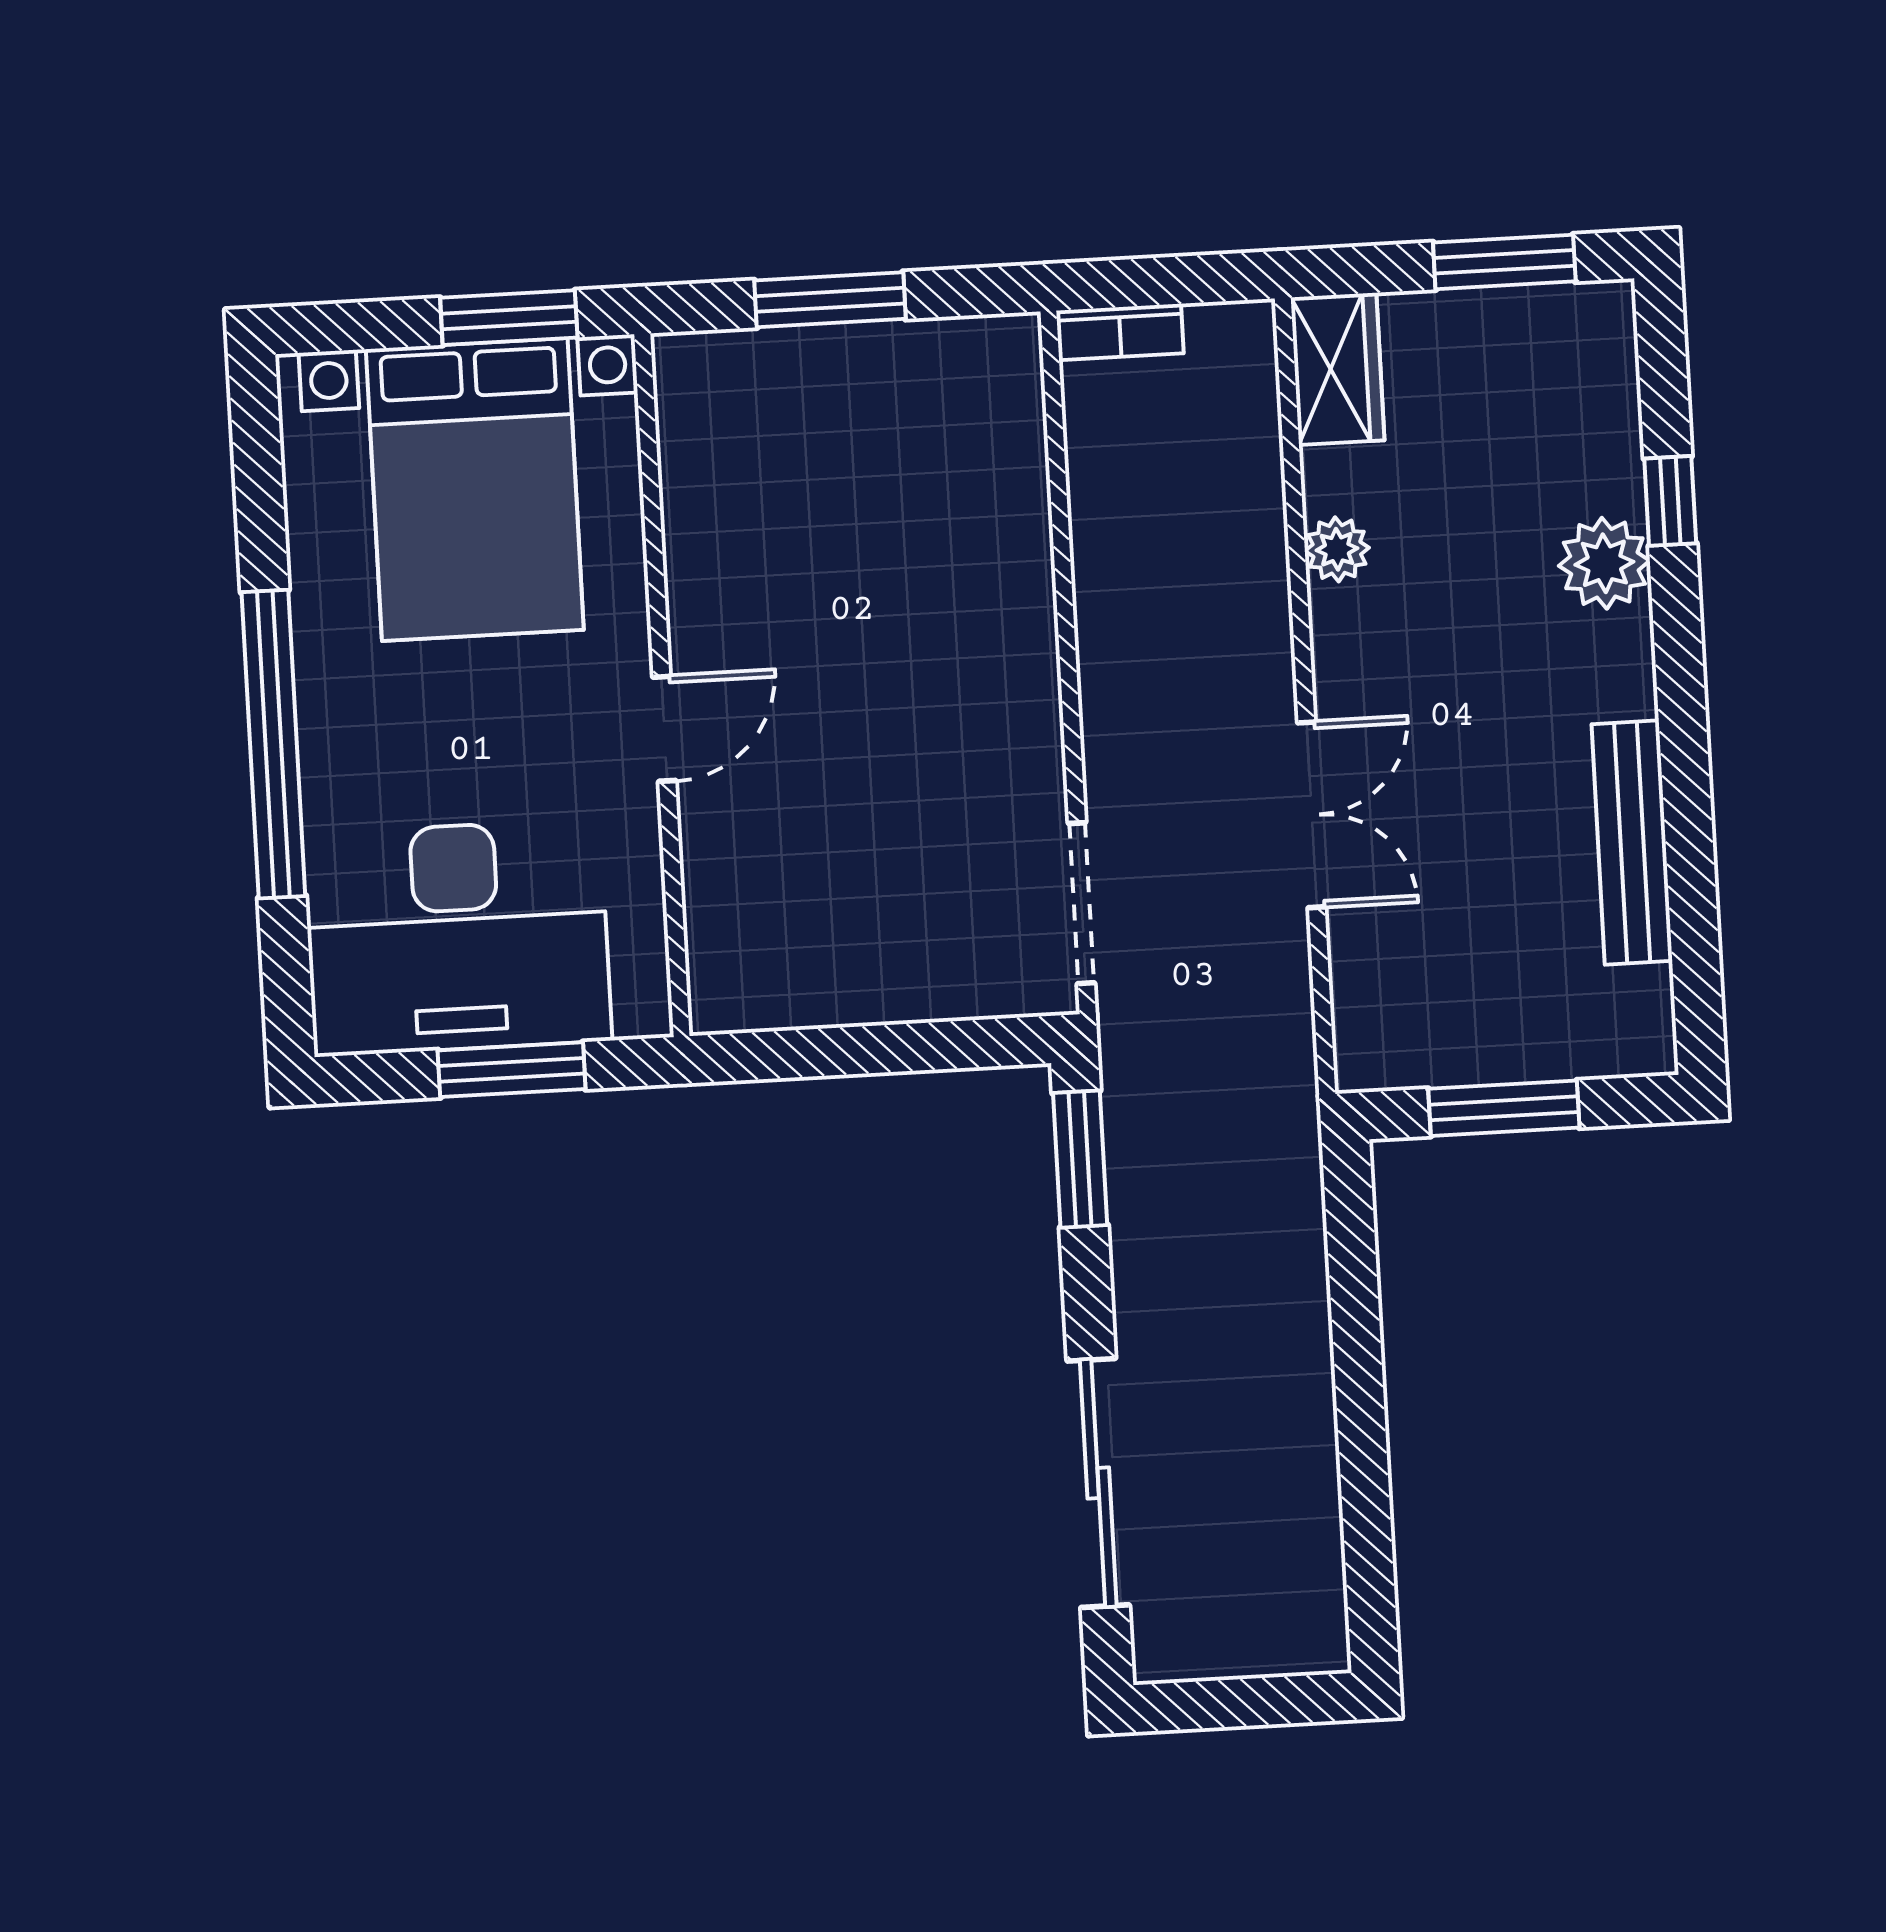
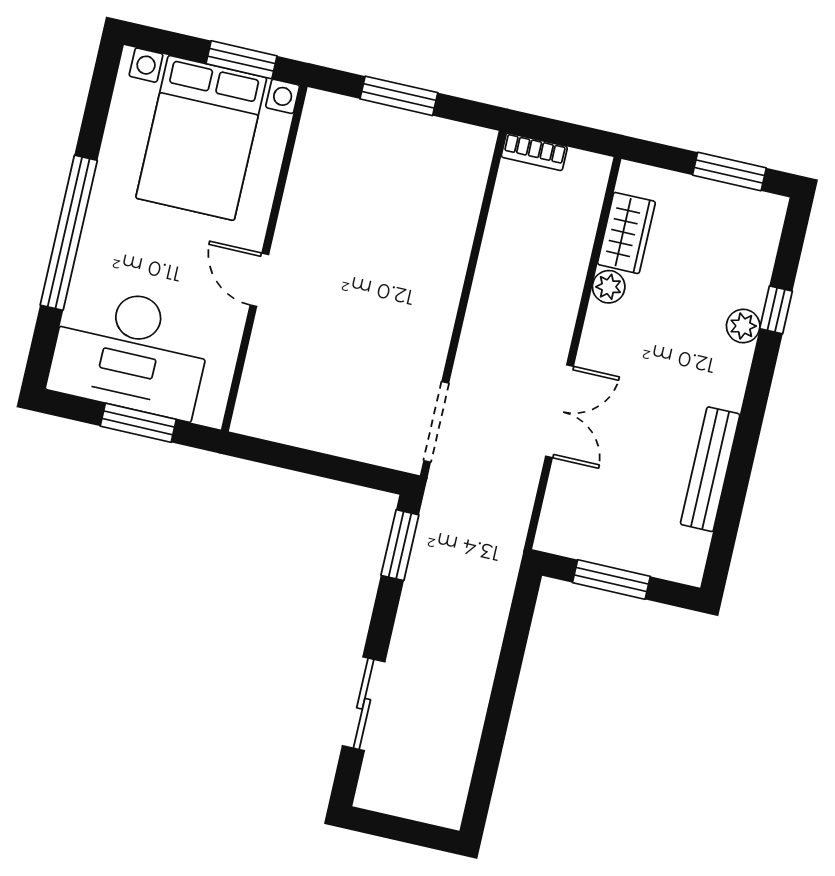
wardrobe: (1337, 369) -> (626, 233), moved
plant: (1604, 563) -> (743, 326), width x0.73, depth x0.73
door: (664, 729) -> (259, 280), swing flipped
sliding door: (1098, 1483) -> (364, 704), width x0.73

